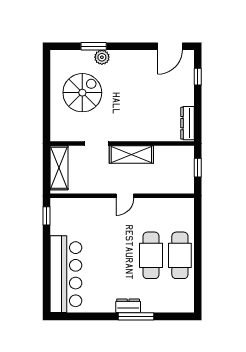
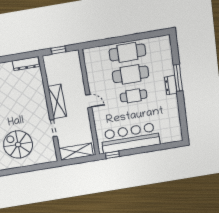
cafe table: (122, 255) -> (134, 96), added
bar counter: (66, 274) -> (130, 138), moved

